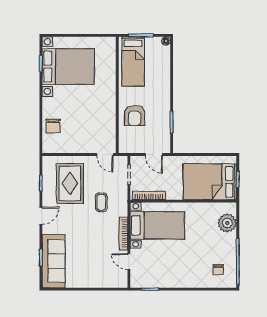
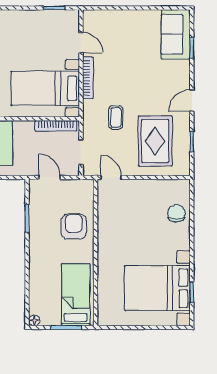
sofa: (54, 261) -> (176, 34), width x0.73

